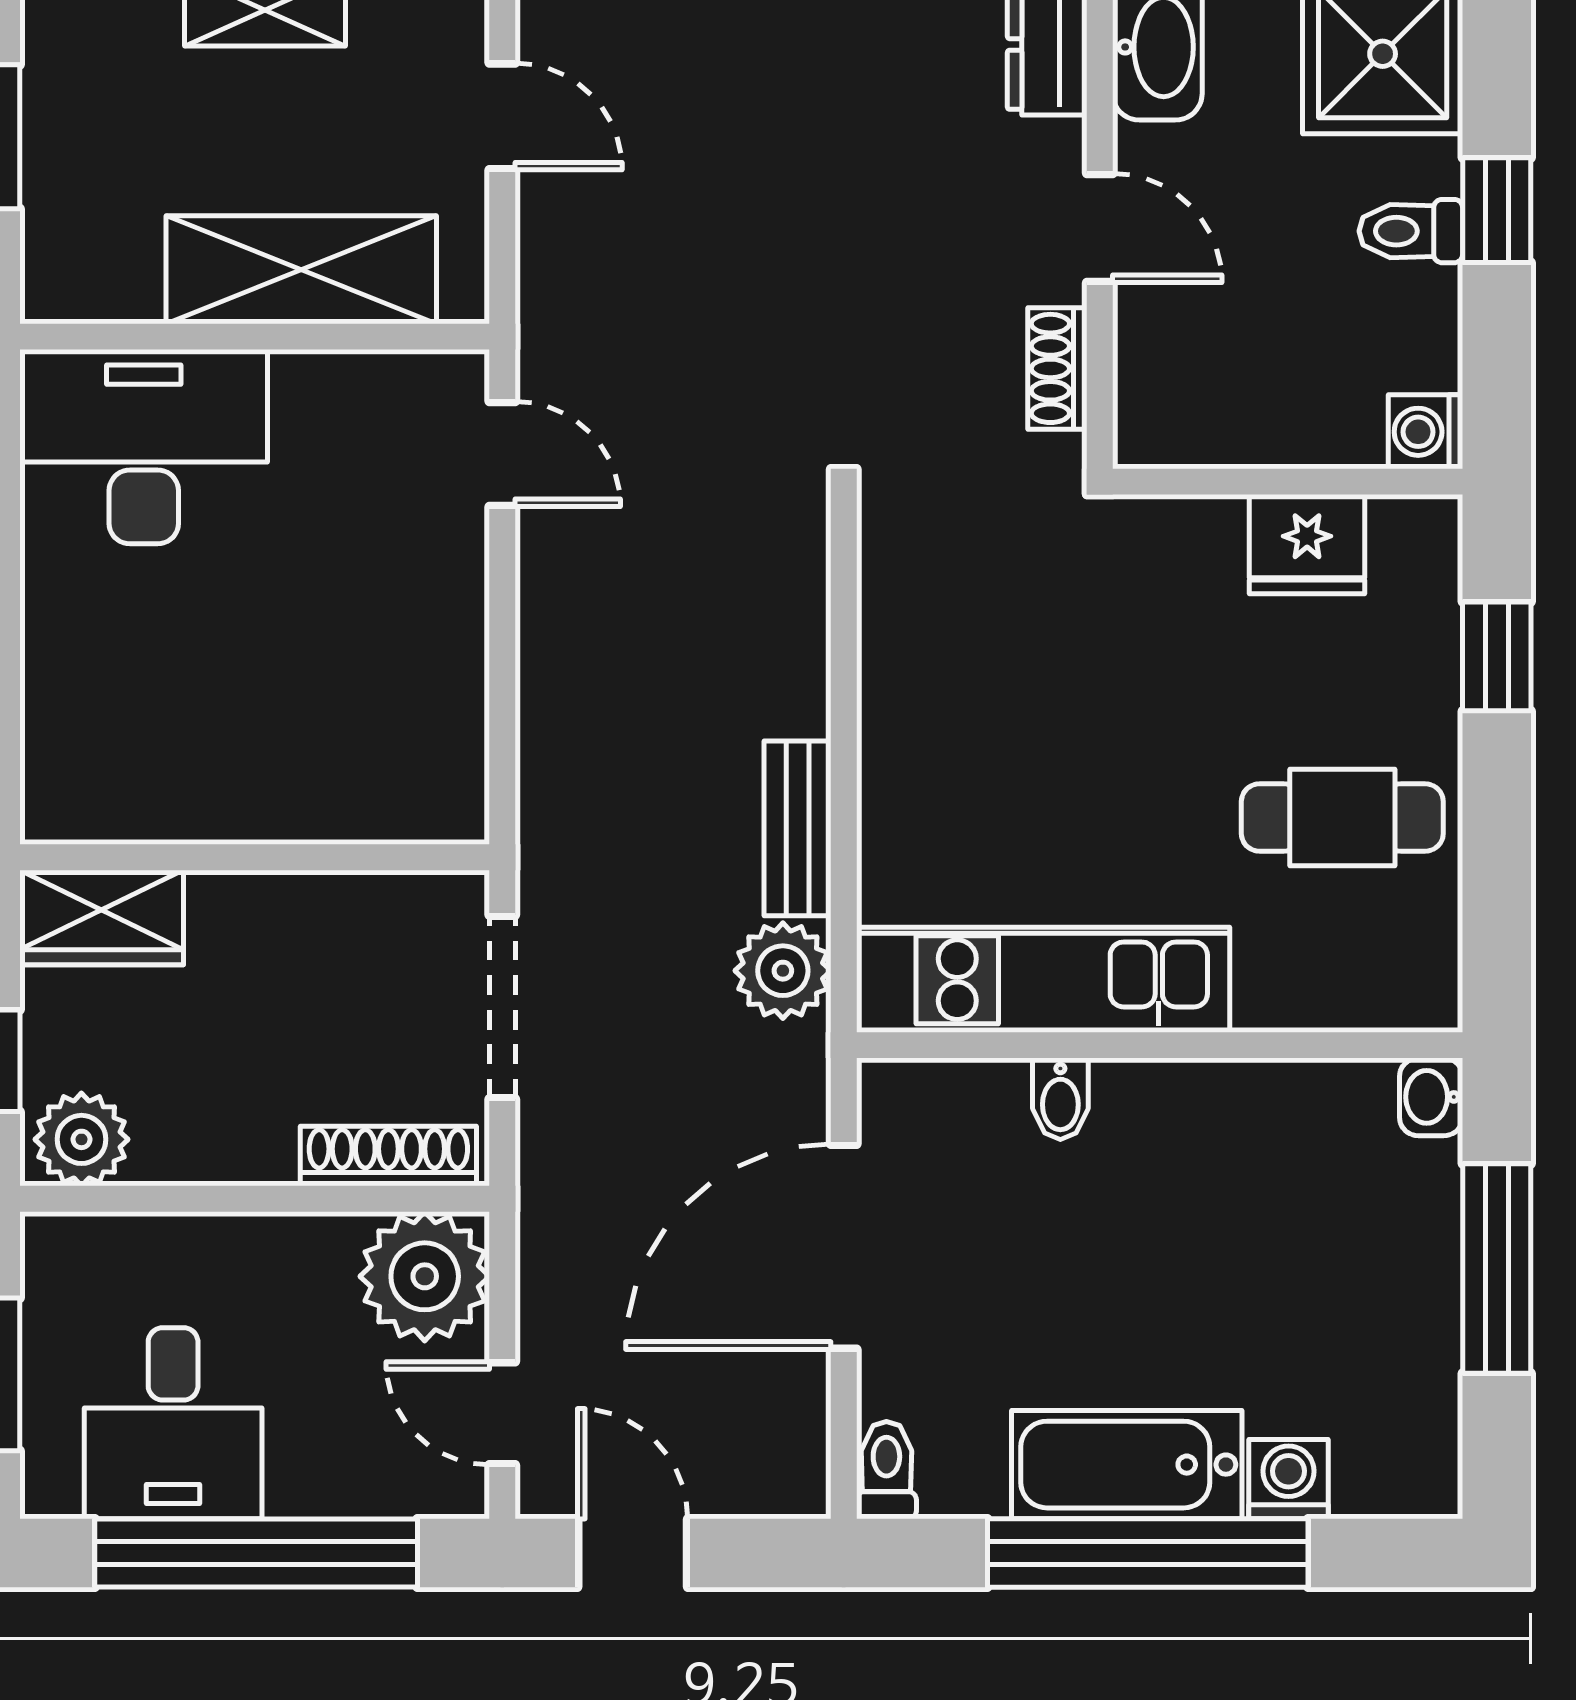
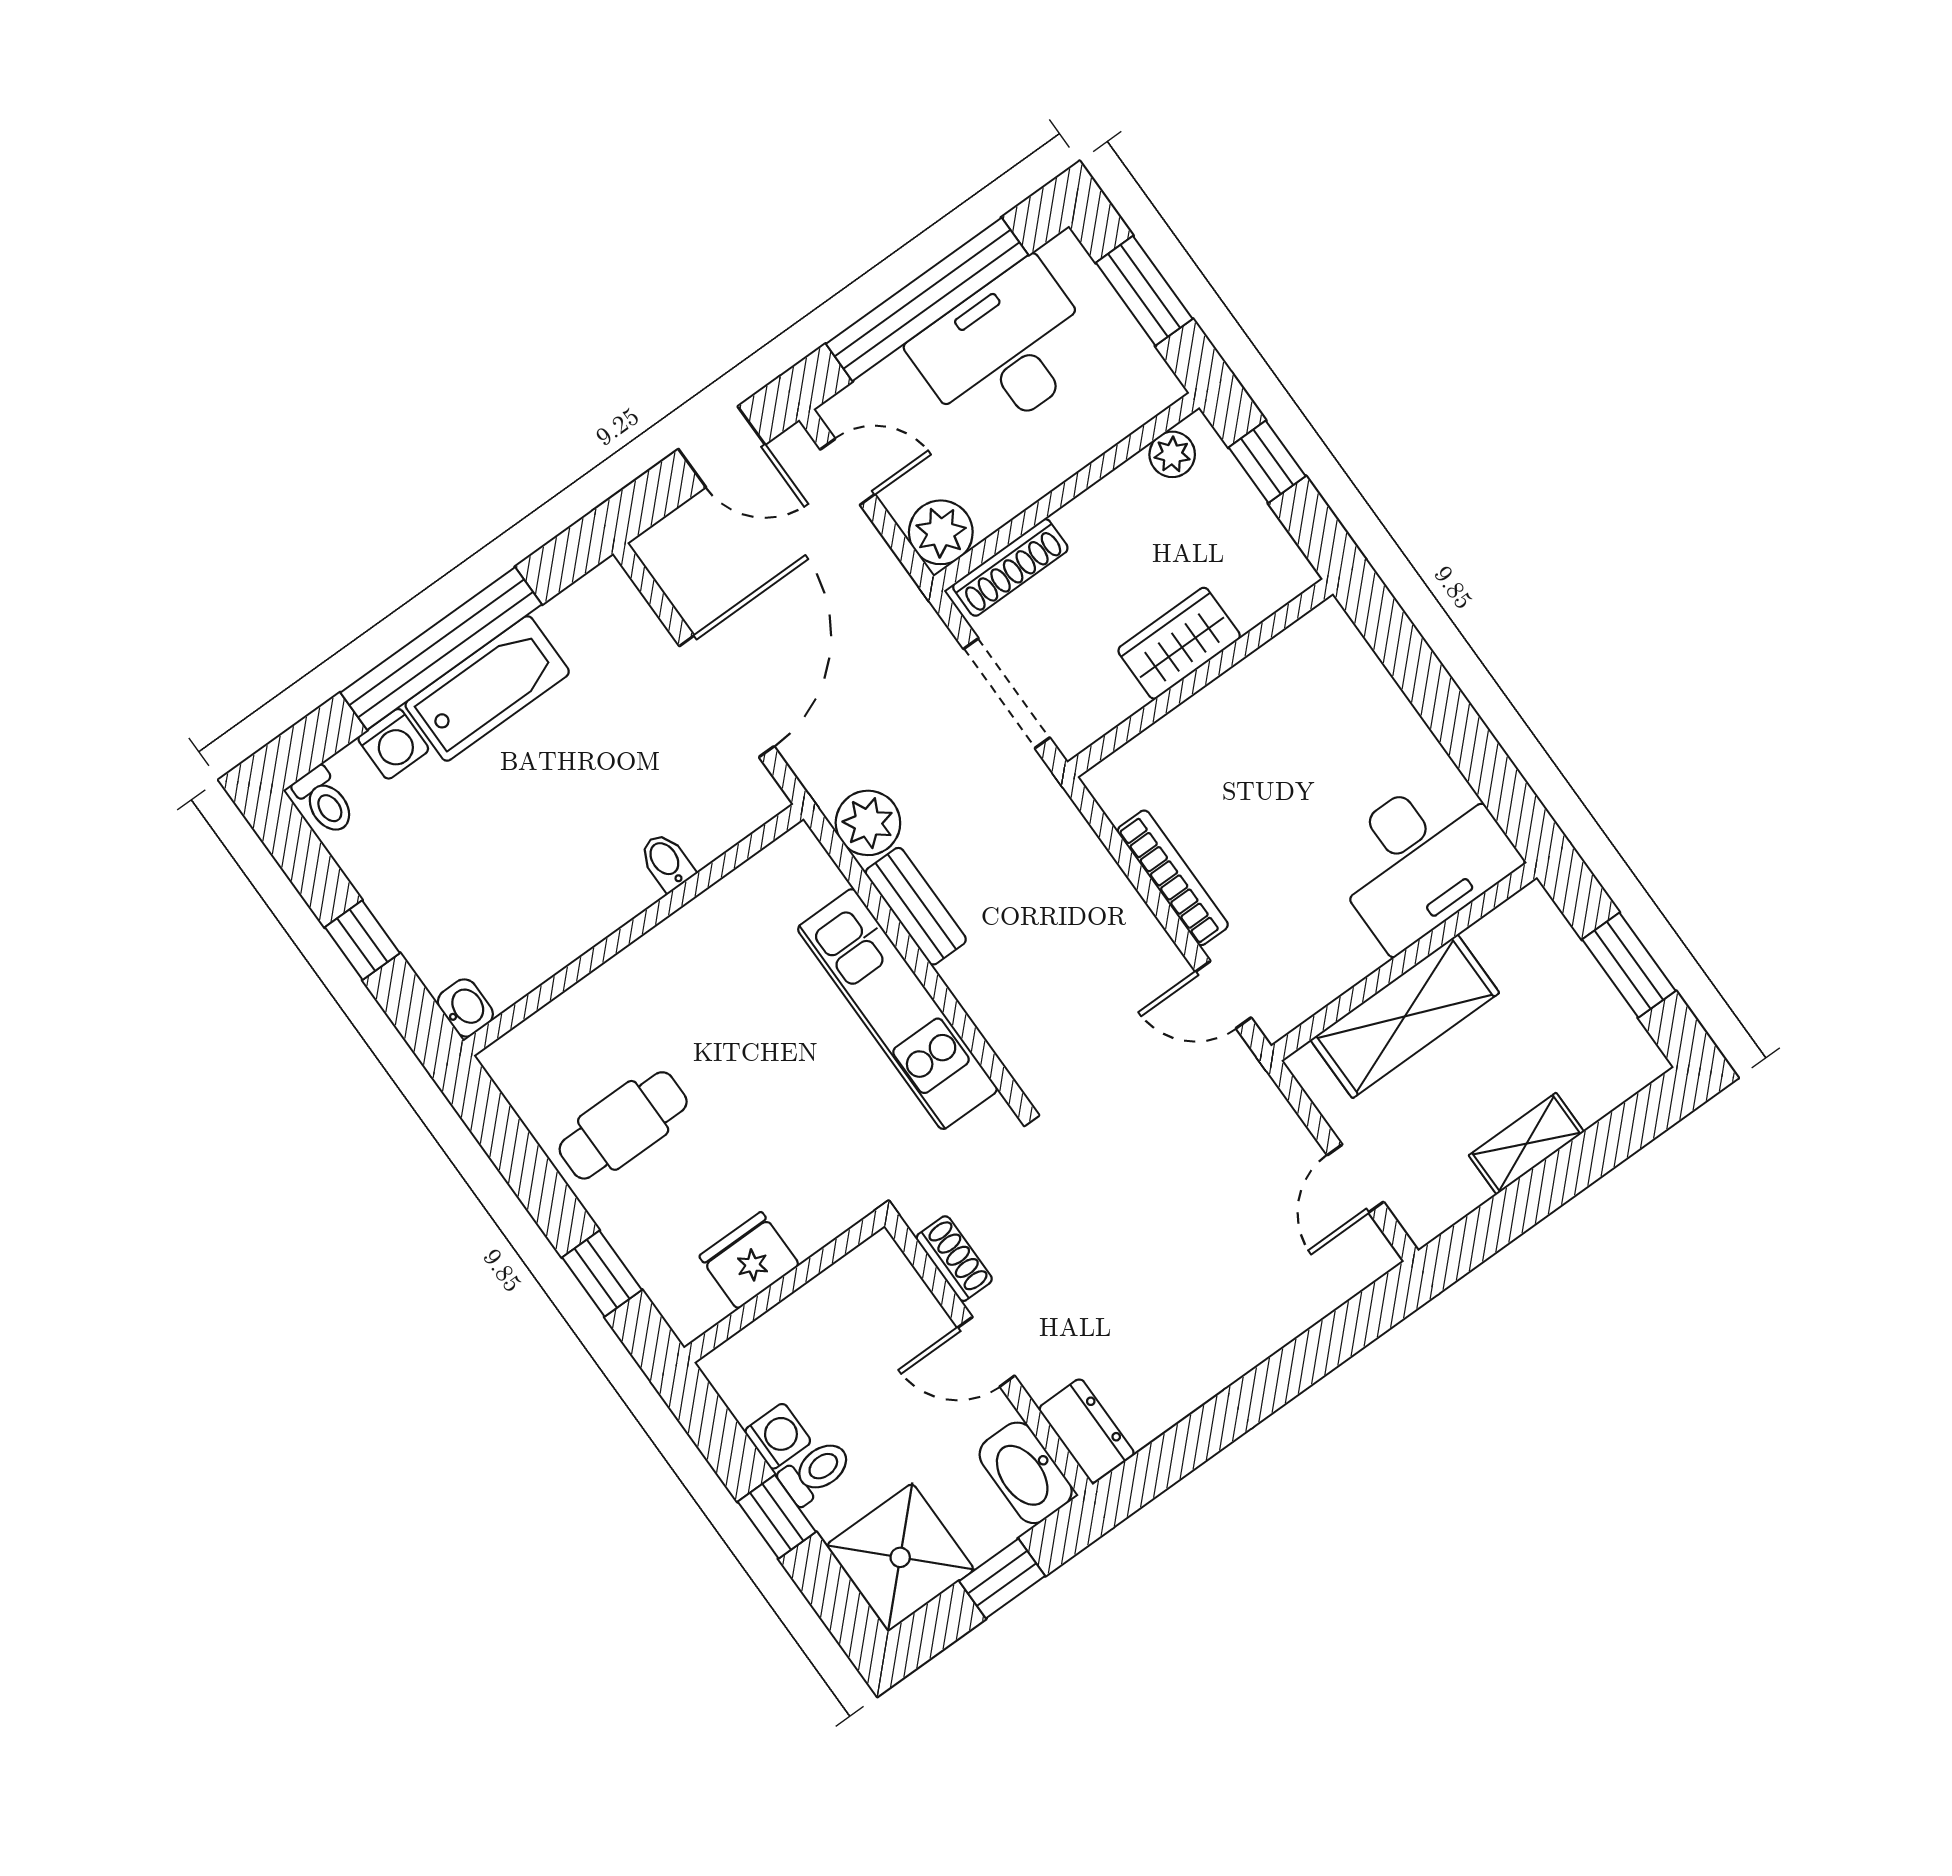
door: (502, 116) -> (1355, 1178), hinge flipped
washing machine: (1425, 432) -> (778, 1436), moved
bookcase: (462, 639) -> (1173, 878), added
wardrobe: (102, 918) -> (1179, 643), moved
kitchen unit: (1043, 980) -> (897, 1009), moved, turned 90
plant: (81, 1139) -> (1172, 454), width x0.73, depth x0.73
window: (1497, 1269) -> (362, 940), width x0.46
plant: (425, 1276) -> (941, 532), width x0.73, depth x0.73
desk: (173, 1423) -> (1005, 351), width x1.37
toilet: (886, 1470) -> (324, 801), moved

